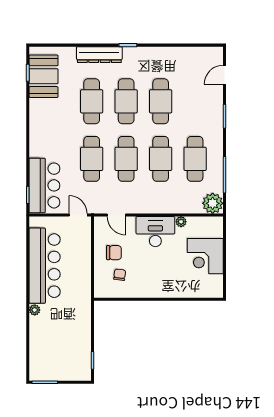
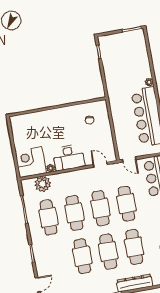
plant: (213, 203) -> (43, 184), moved
chair: (114, 253) -> (97, 136), removed
corner desk: (205, 256) -> (31, 162), moved, turned -90

